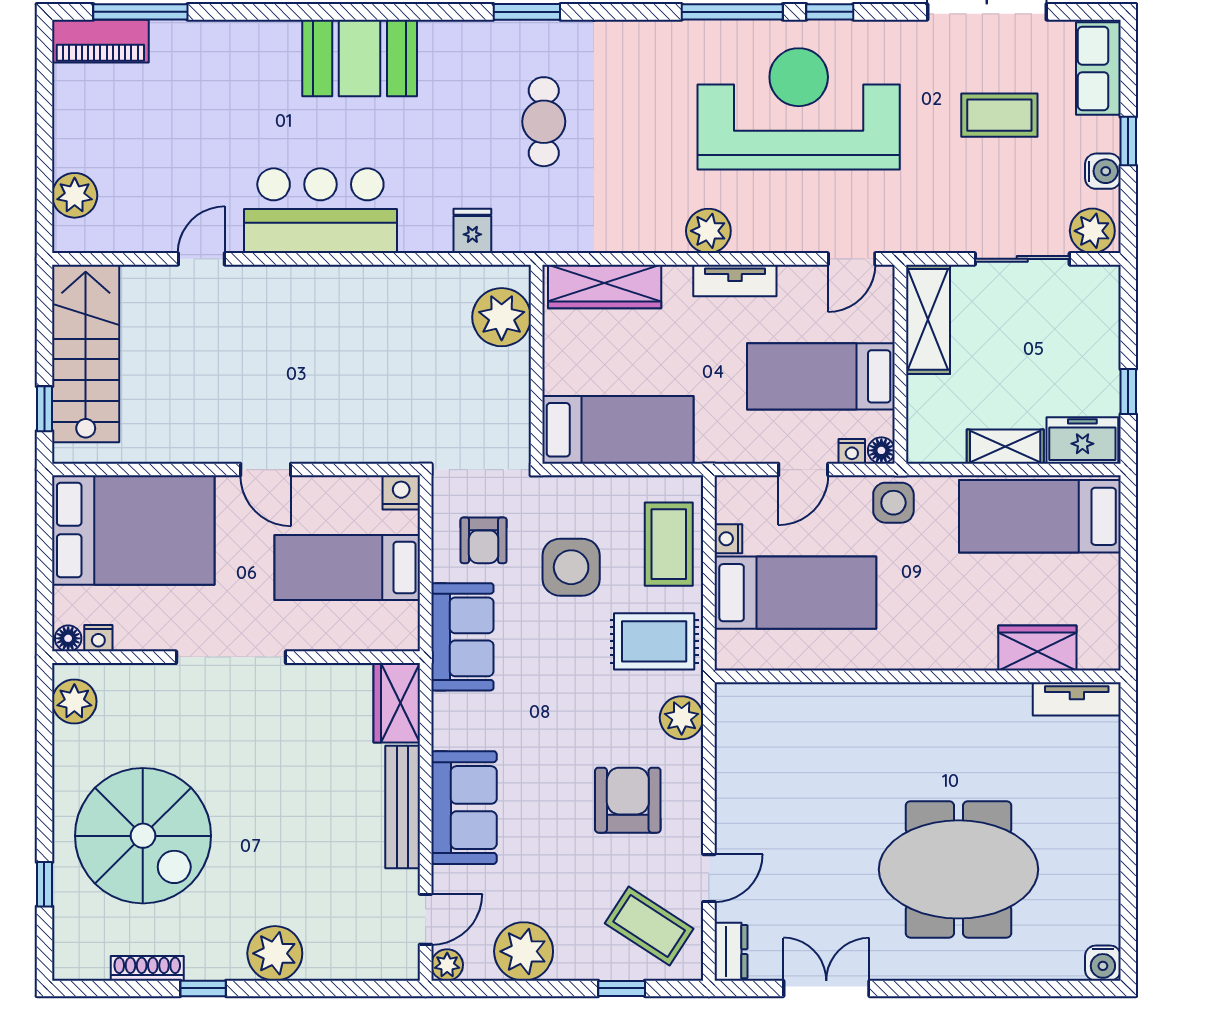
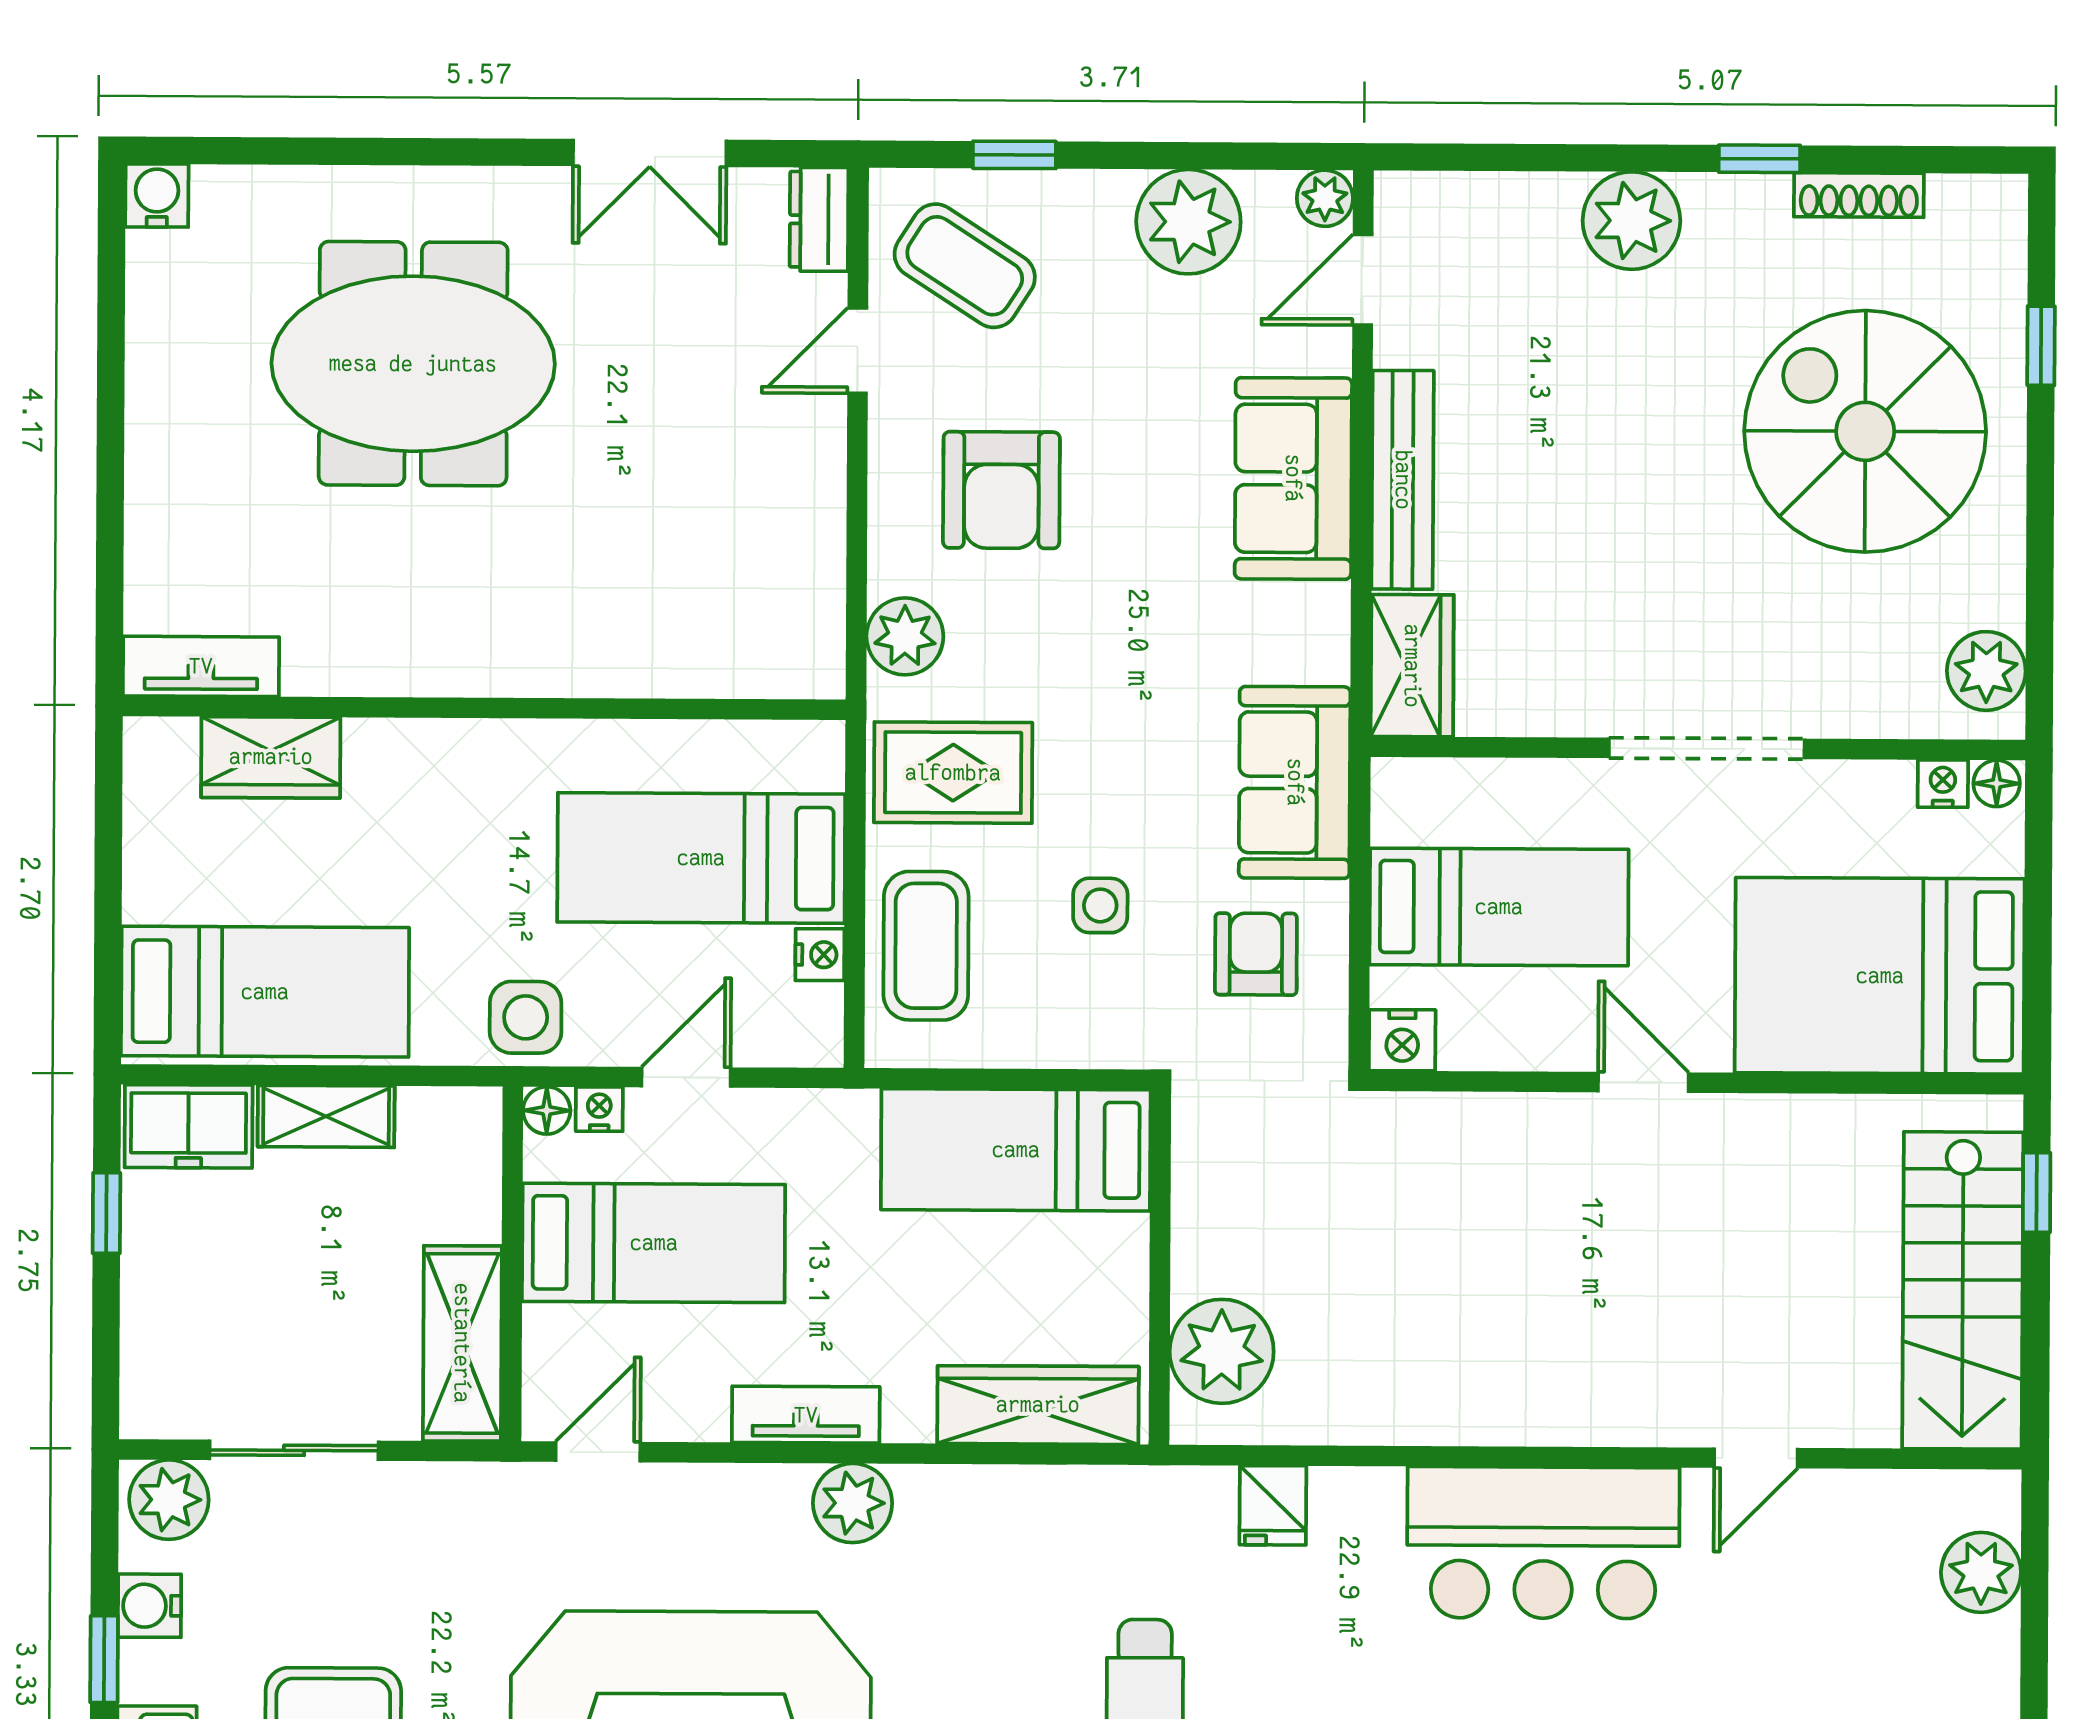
side table: (571, 567) -> (1100, 905), width x0.54, depth x0.54

